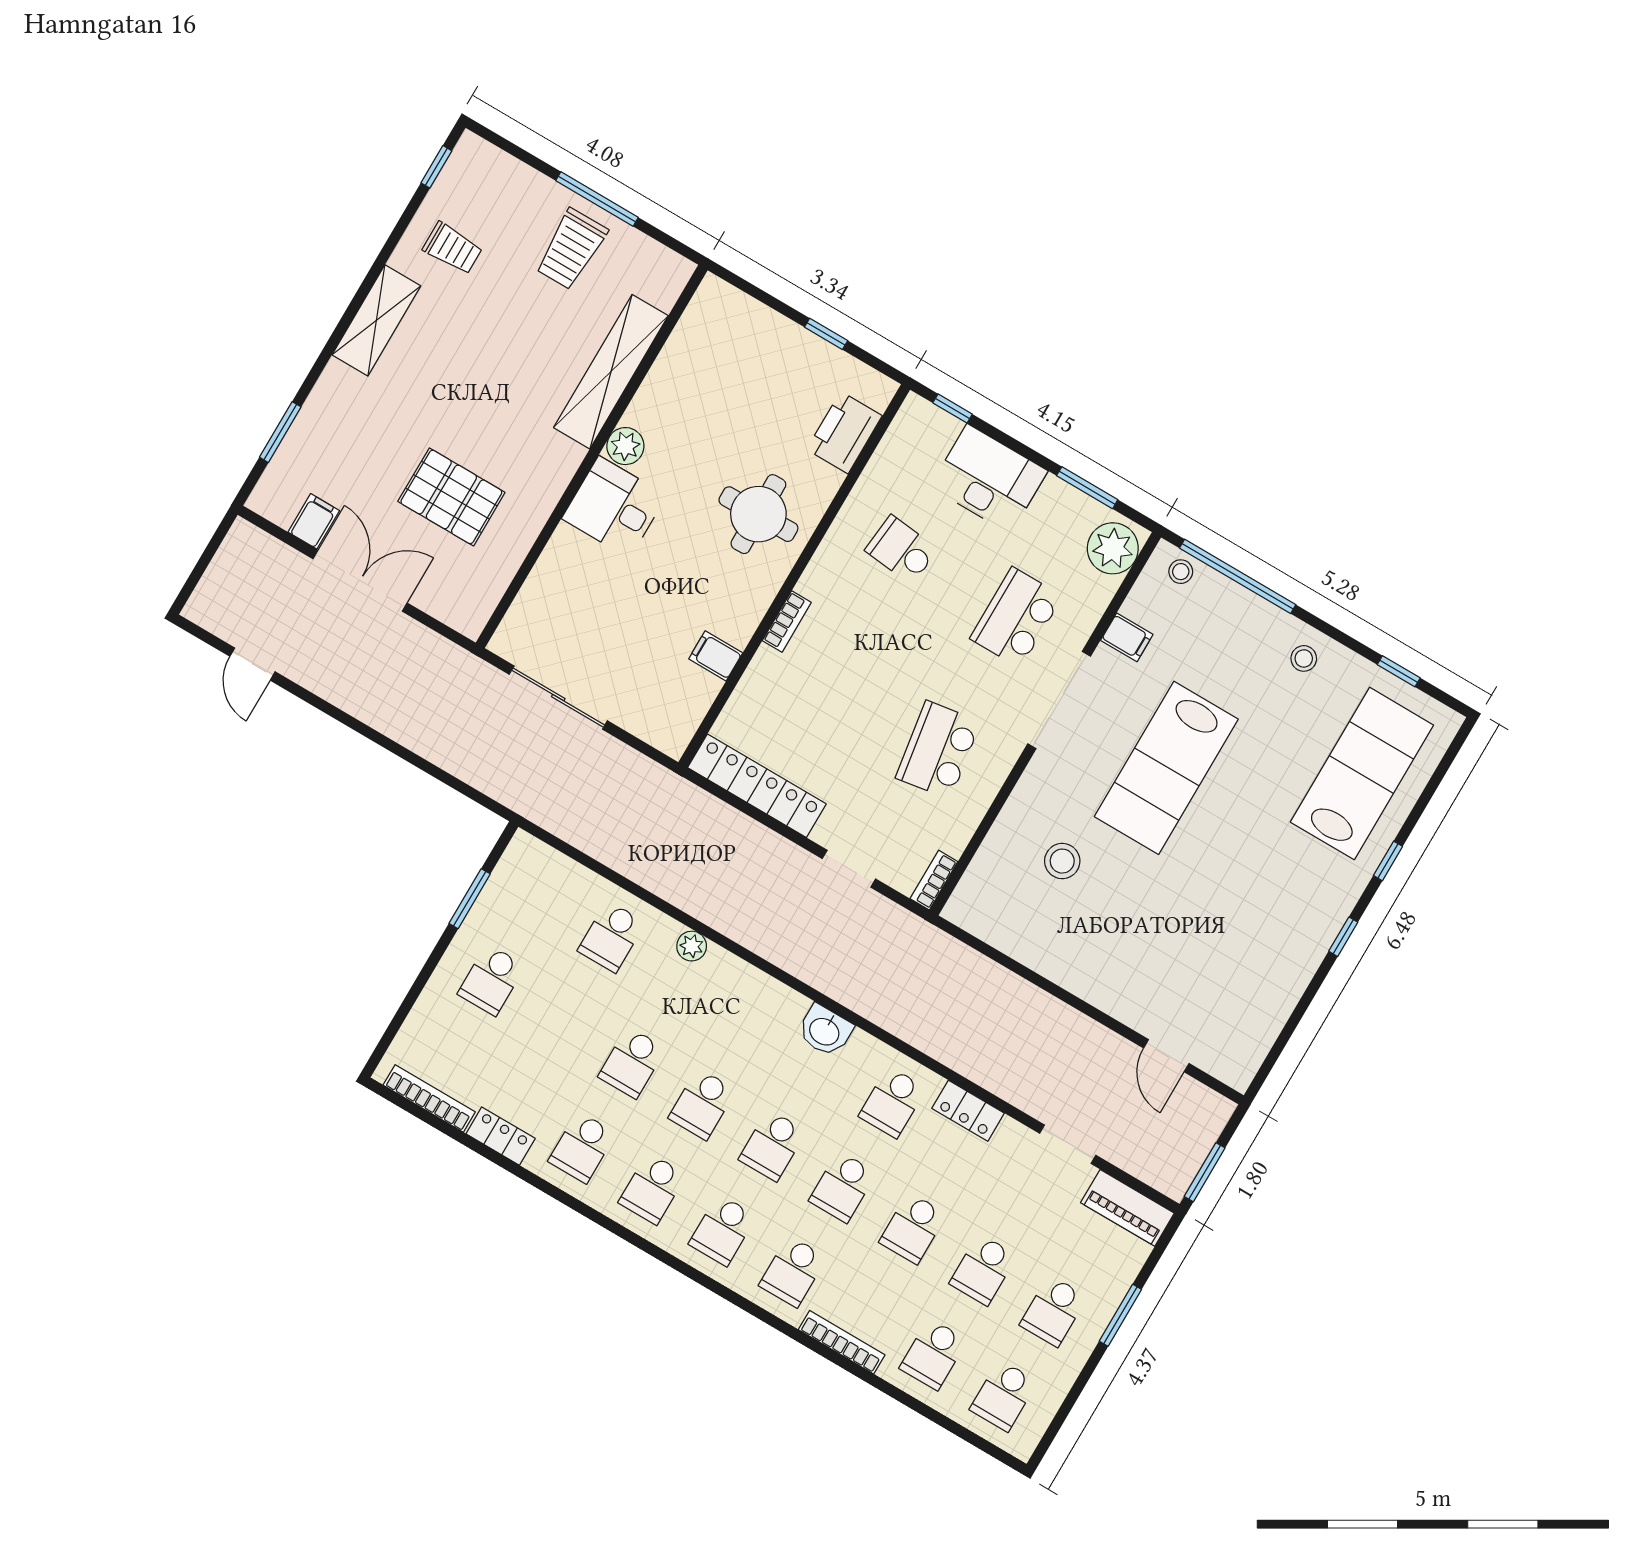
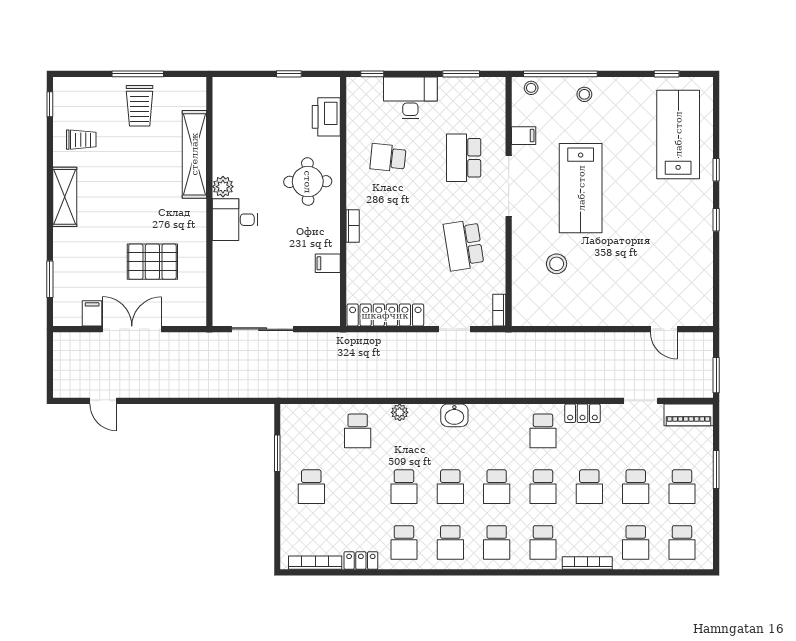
plant: (1113, 548) -> (491, 96), removed
stool: (1304, 658) -> (584, 94), moved
washbasin: (825, 1031) -> (454, 415), moved

